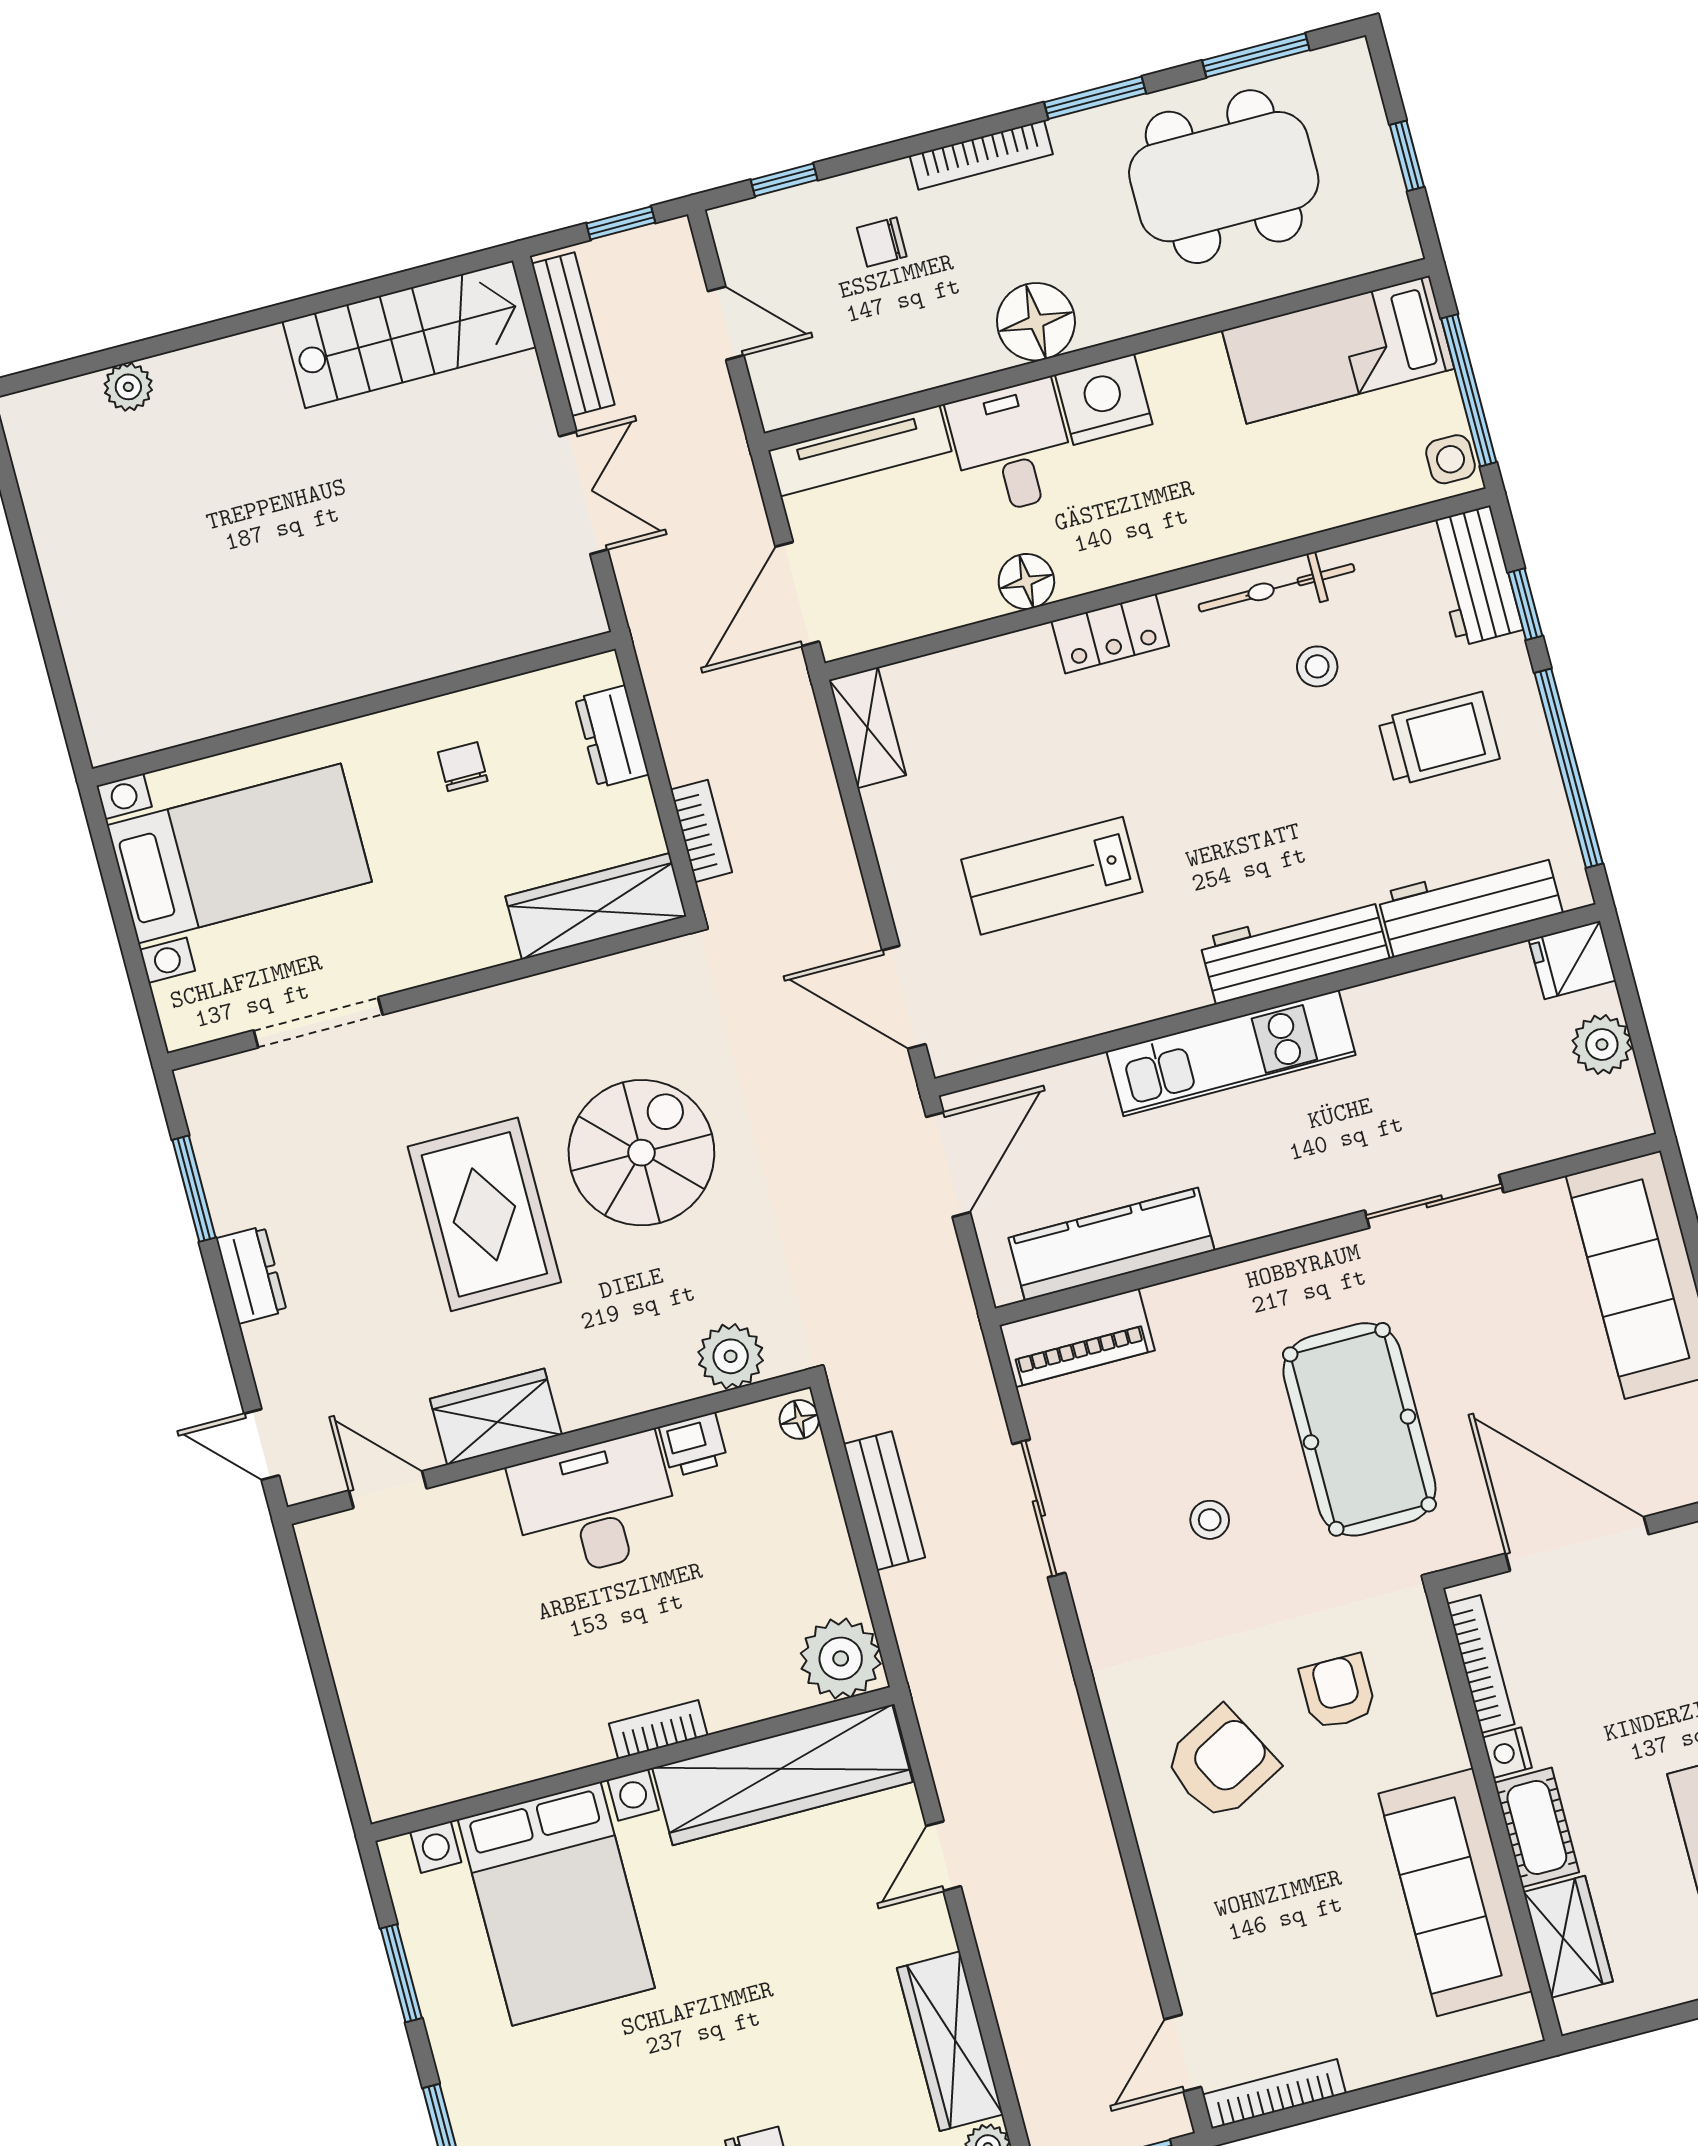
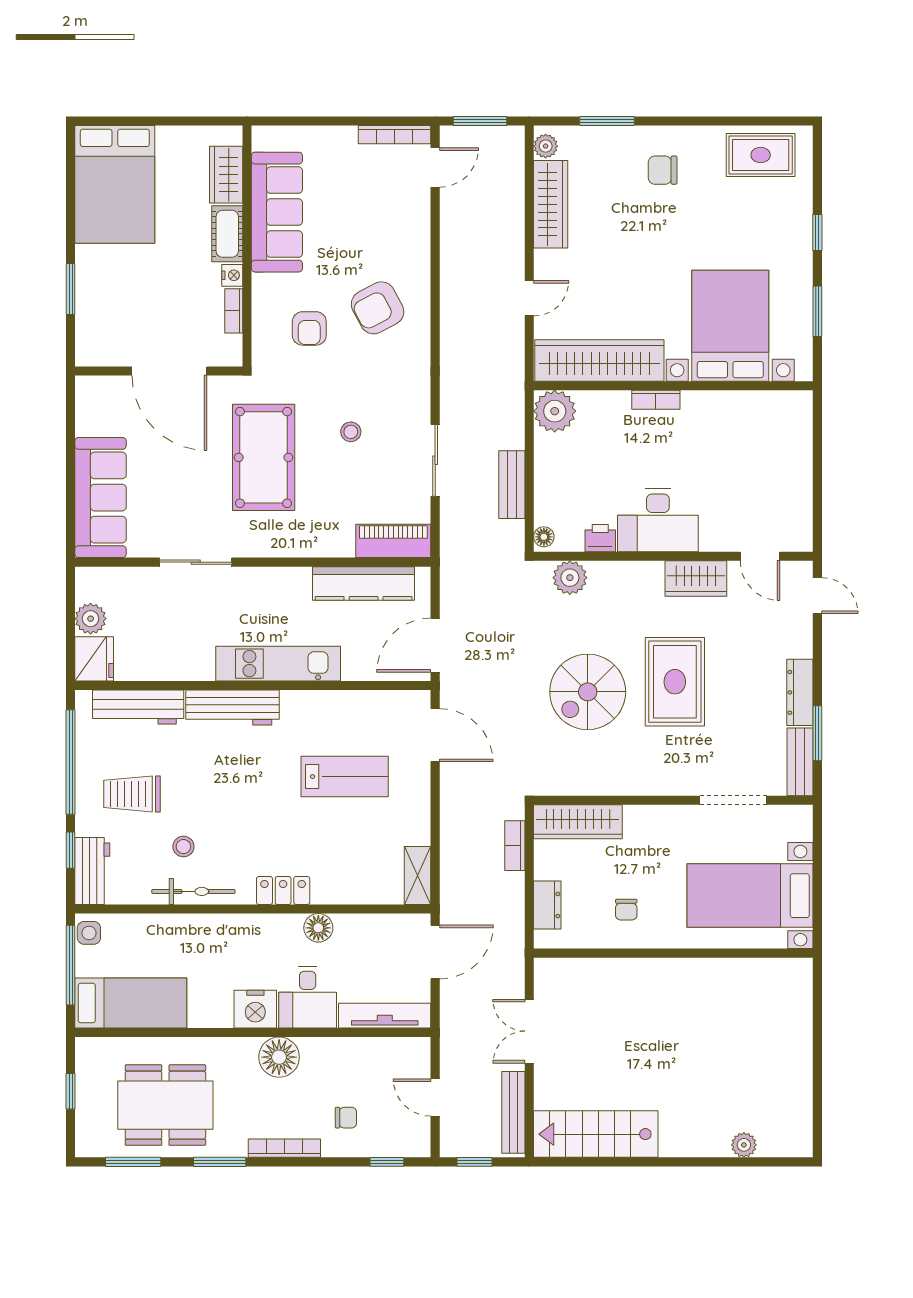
fridge: (1572, 960) -> (94, 659), width x1.38
bench: (212, 1127) -> (800, 762), added
dresser: (251, 1275) -> (800, 692), width x1.44
bookcase: (1481, 1664) -> (234, 311), width x0.64

